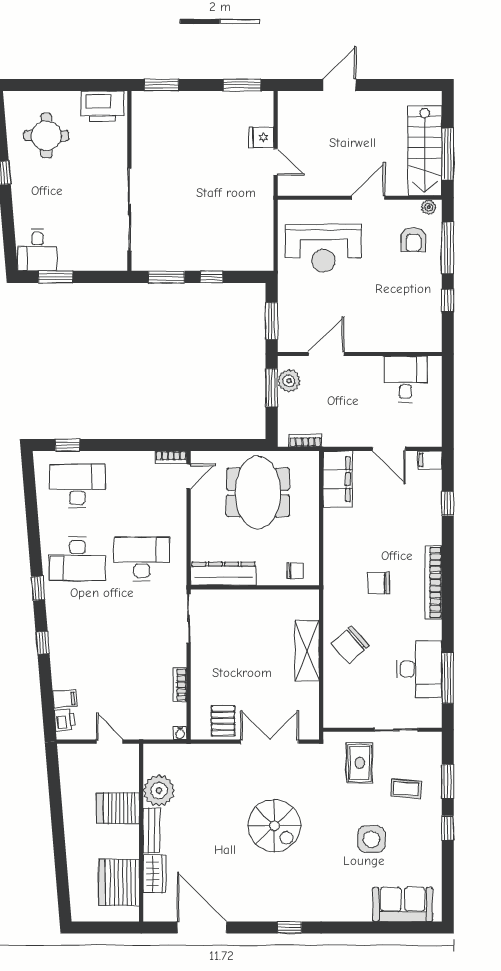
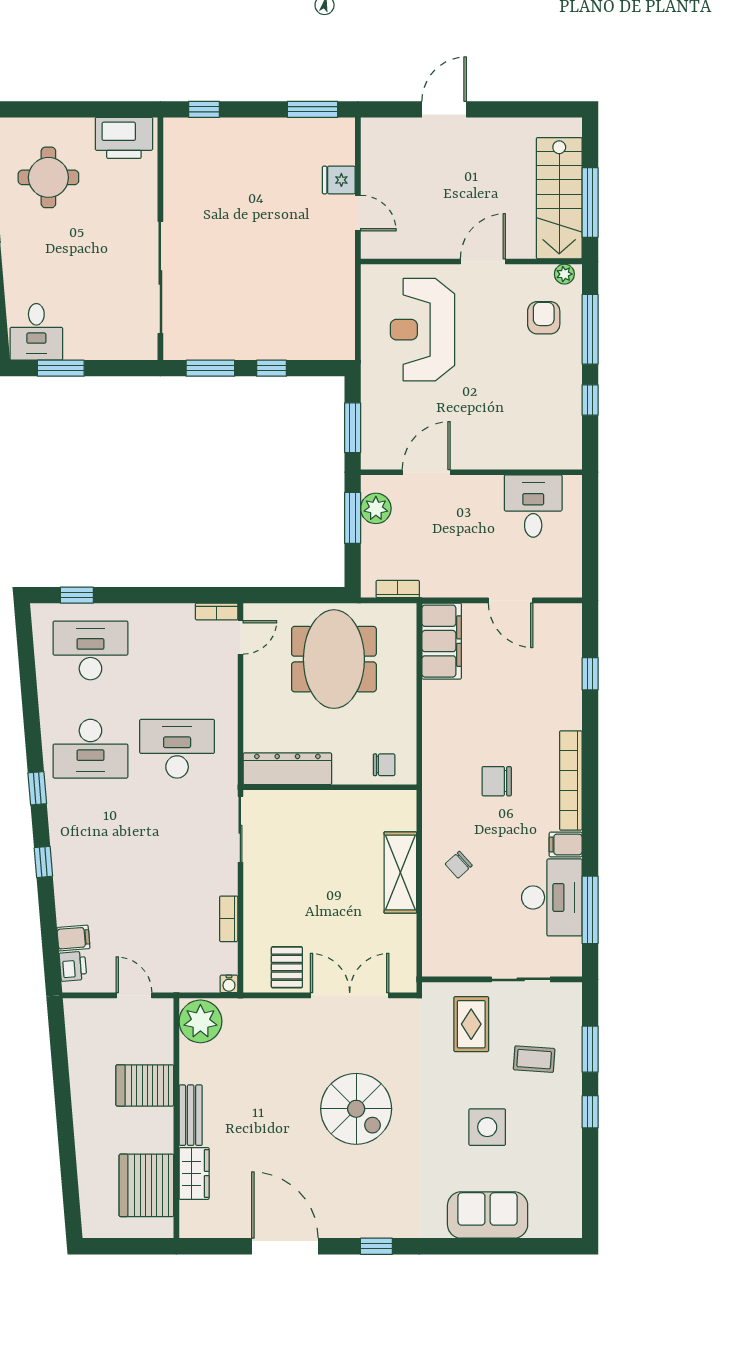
window: (162, 85) -> (204, 109), width x0.67
armchair: (413, 240) -> (544, 318), turned 180
reception desk: (324, 248) -> (422, 330), turned 90
filing cabinet: (430, 460) -> (566, 844), moved
chair: (350, 645) -> (459, 865), width x0.54, depth x0.54
plant: (159, 791) -> (200, 1021), moved
sofa: (403, 904) -> (488, 1215), moved
door: (202, 928) -> (285, 1246), moved

